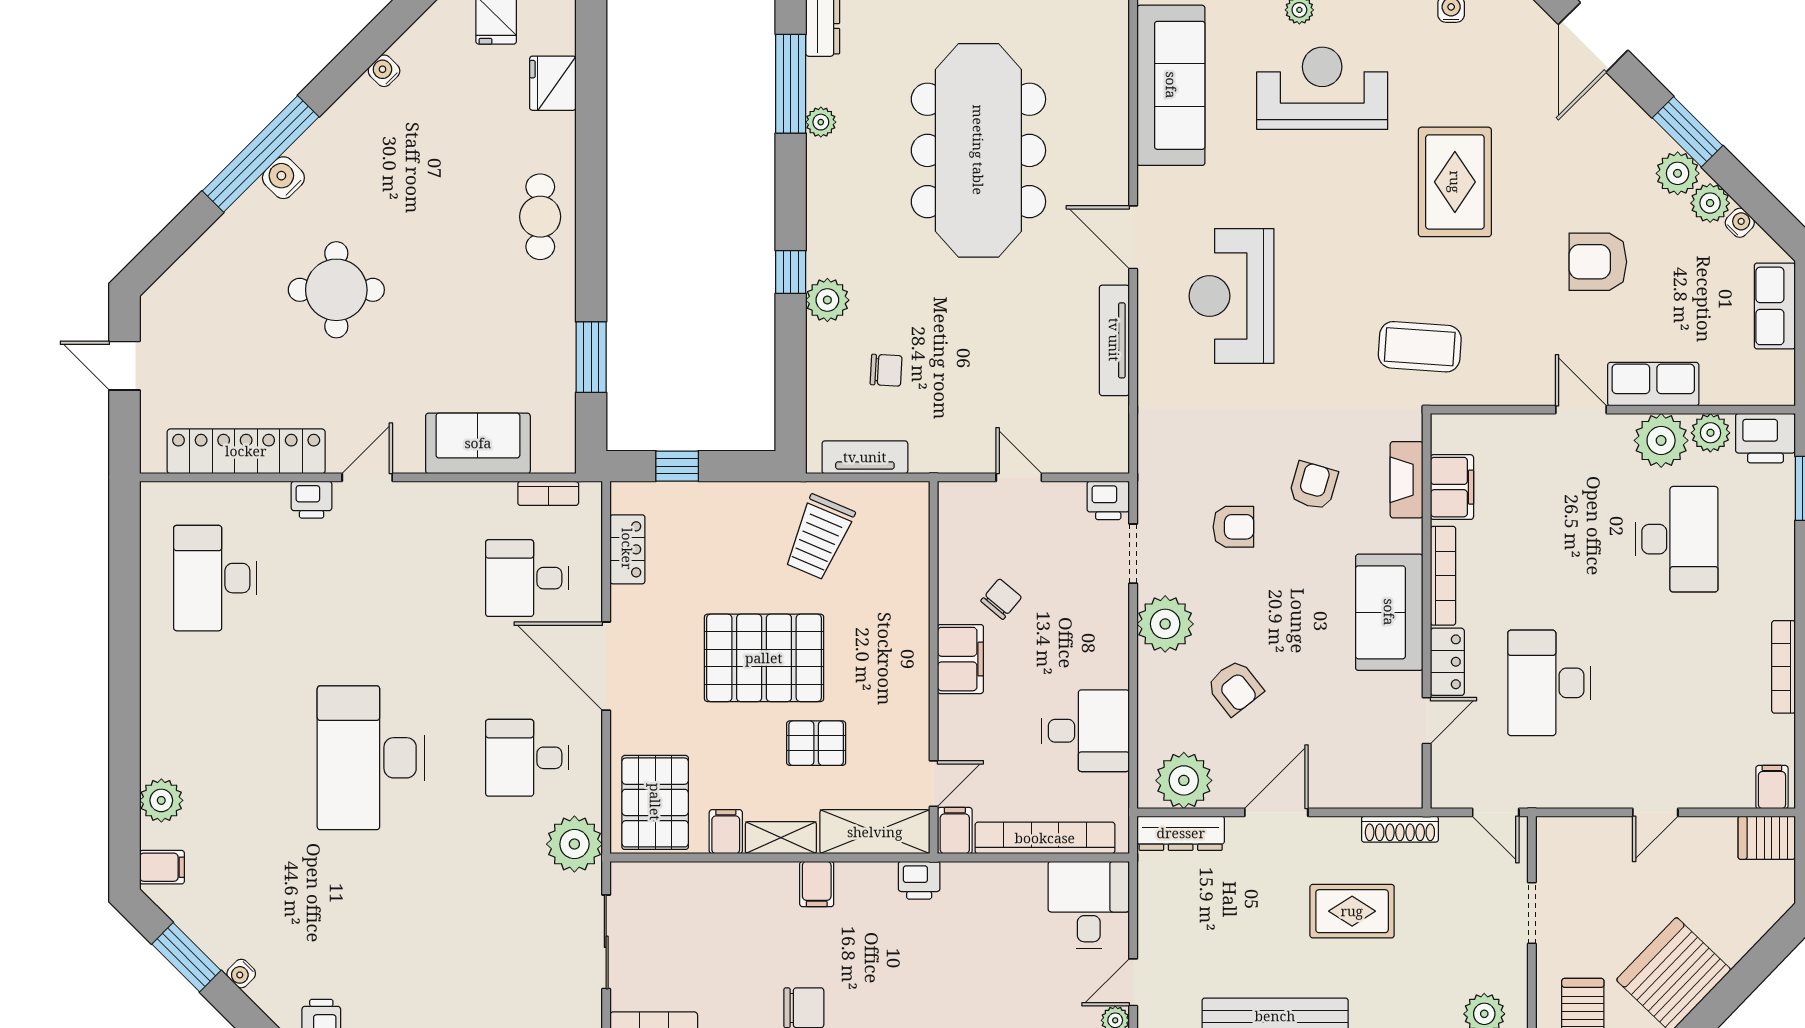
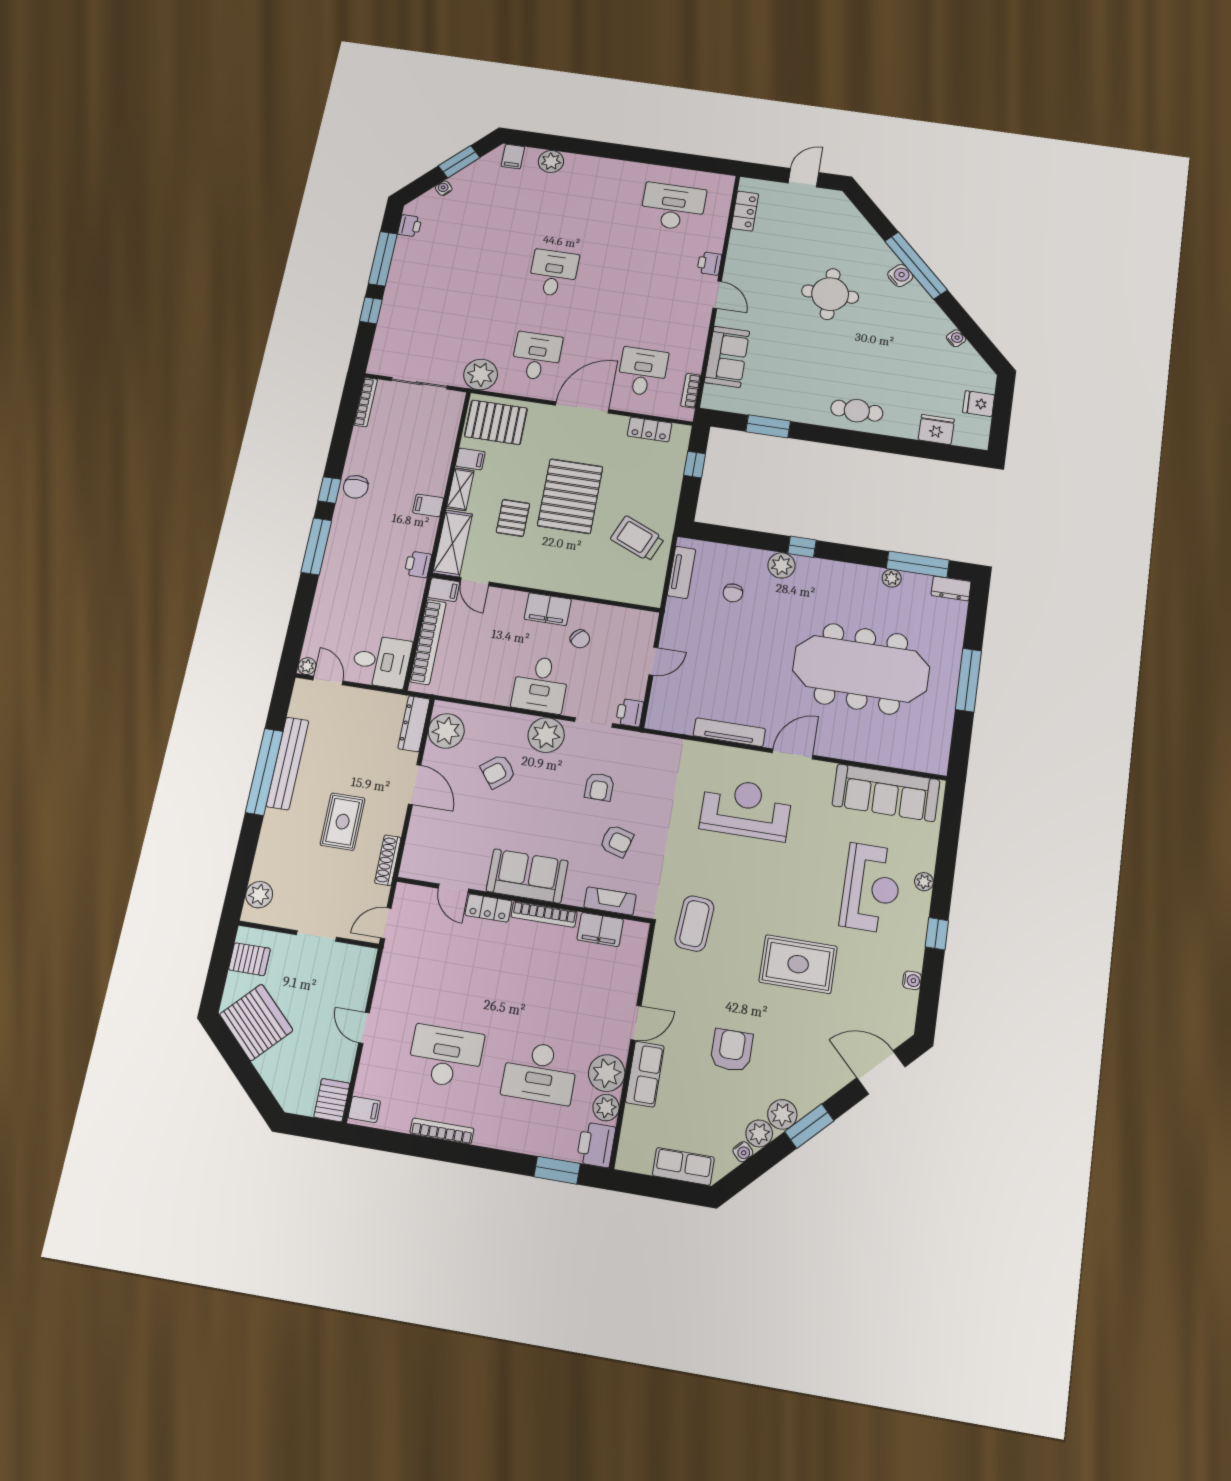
locker: (246, 451) -> (745, 211), width x0.46, depth x0.83
desk: (1549, 683) -> (446, 1057), moved
desk: (1085, 731) -> (541, 684), moved
desk: (371, 758) -> (553, 273), width x0.53, depth x0.77

